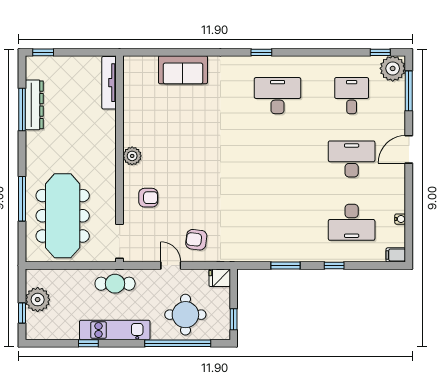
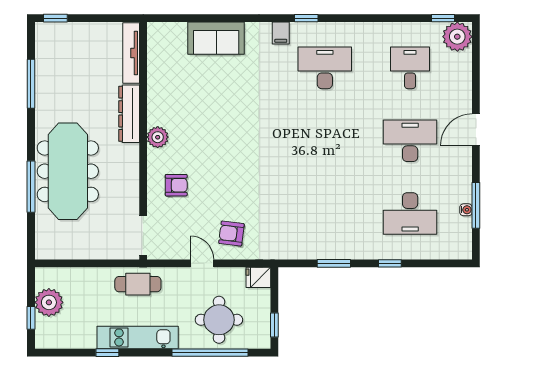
window: (409, 91) -> (476, 205), moved
dresser: (34, 105) -> (129, 114), moved, turned 180
meeting table: (63, 216) -> (68, 171), moved
filing cabinet: (396, 255) -> (281, 33), moved, turned -90

